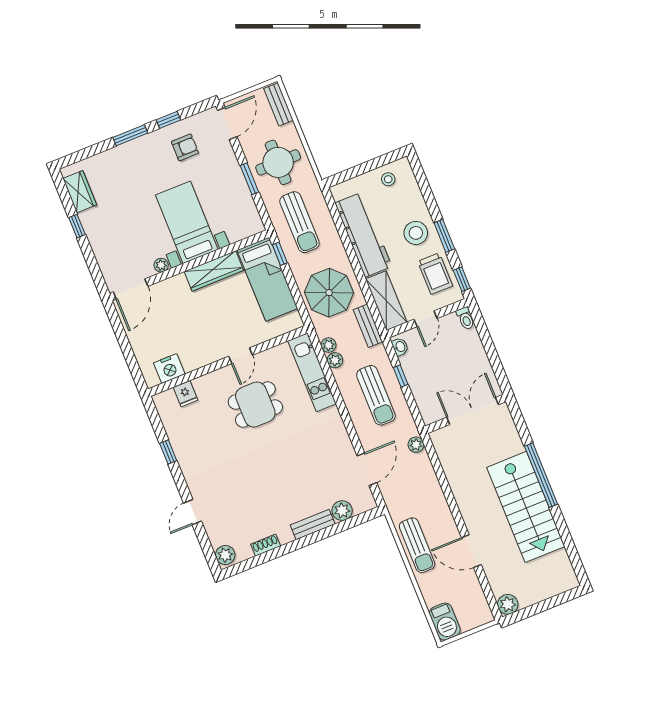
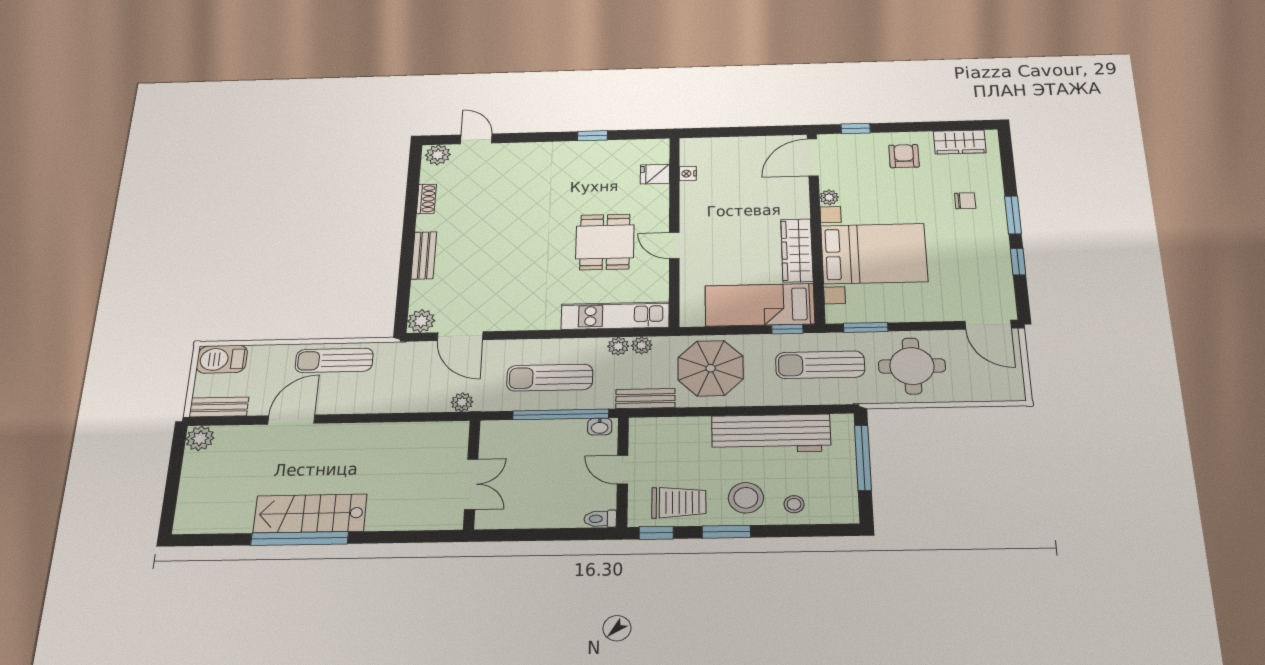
bench: (279, 104) -> (219, 407), moved
armchair: (185, 147) -> (904, 156), moved, turned 180
window: (359, 170) -> (863, 458), added
chair: (130, 171) -> (965, 201), added
window: (249, 179) -> (866, 327), moved
stool: (388, 179) -> (794, 504), moved
bed with nightstands: (187, 222) -> (874, 254), width x1.36
window: (77, 226) -> (856, 128), moved
trolley: (435, 274) -> (679, 502), turned 180
door: (131, 289) -> (813, 157), hinge flipped
shelving: (386, 301) -> (669, 431), removed
nightstand: (169, 368) -> (688, 174), width x0.53, depth x0.56
window: (401, 376) -> (561, 414), width x3.17
double door: (473, 411) -> (471, 484), width x0.73
window: (541, 475) -> (300, 538), moved
stairs: (526, 507) -> (310, 513), width x0.73, depth x0.66
plant: (342, 511) -> (421, 321), moved
door: (193, 512) -> (476, 139), moved

